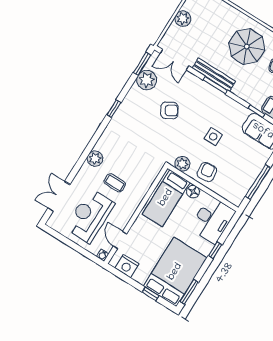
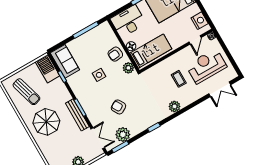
plant: (95, 159) -> (174, 106), moved
reception desk: (90, 216) -> (206, 66), turned 180

